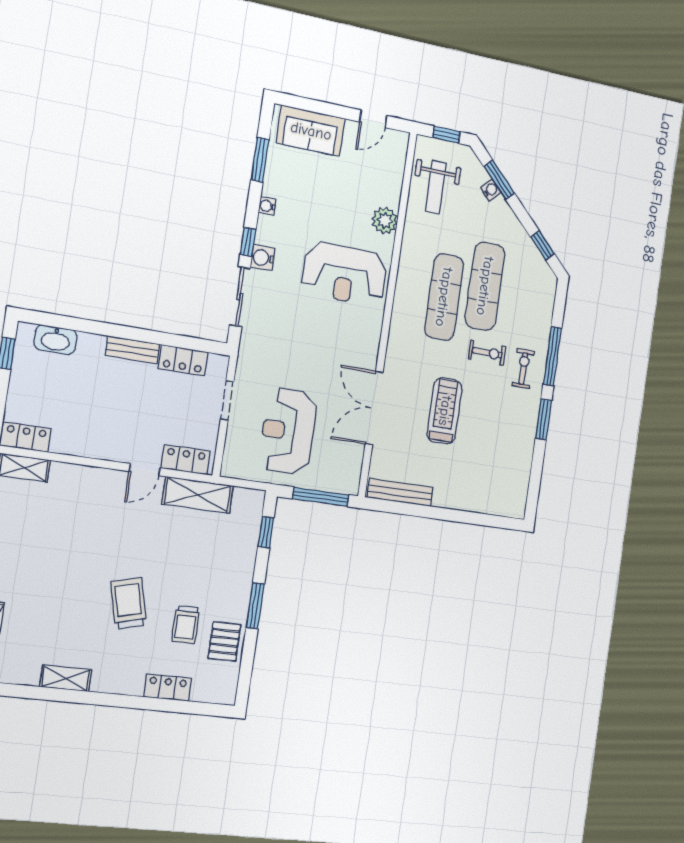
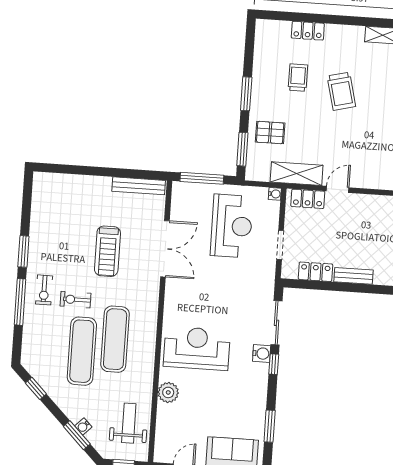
water cooler: (267, 206) -> (275, 194), moved
window: (266, 532) -> (242, 149), width x1.50
pallet: (224, 642) -> (270, 133), moved, turned 90

